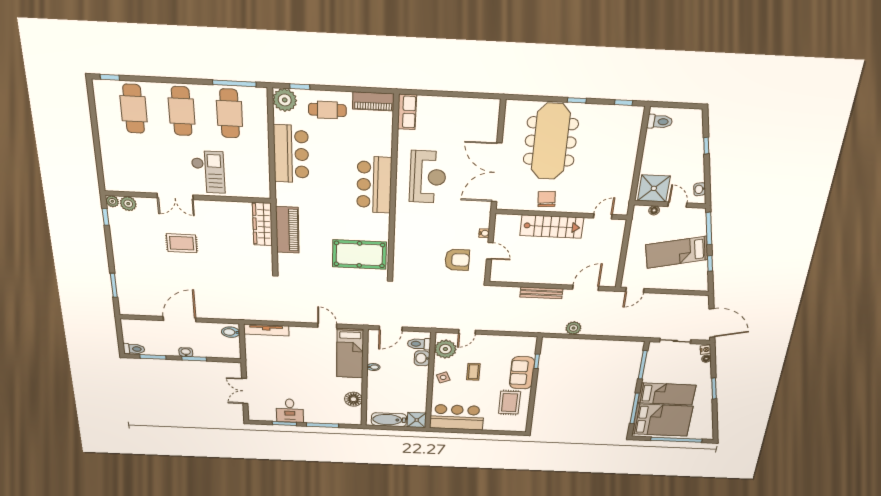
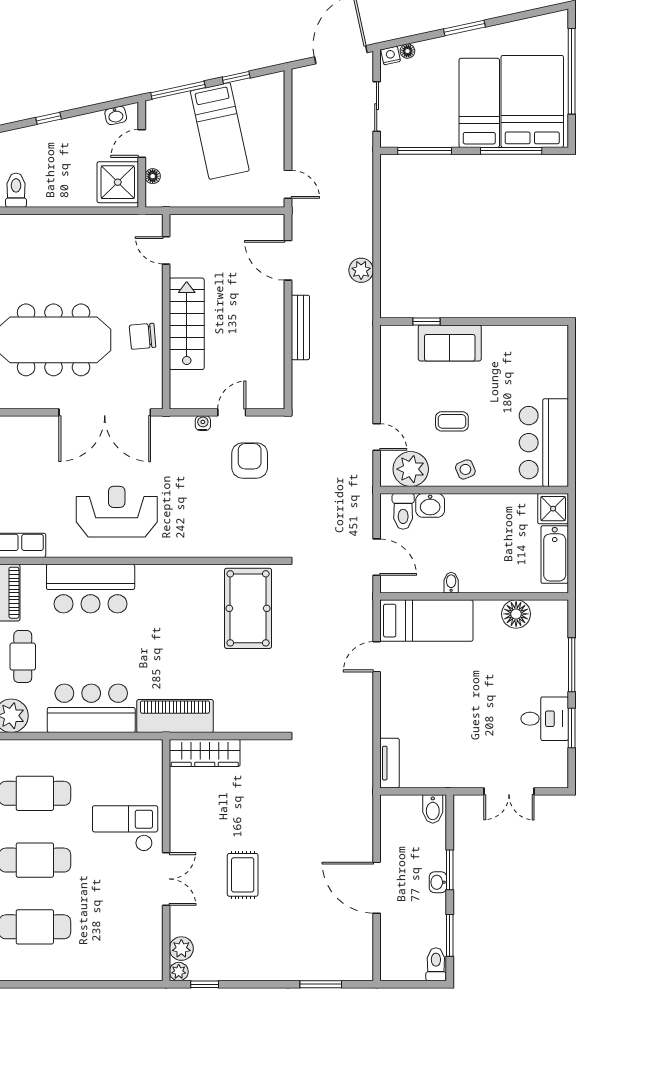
bar counter: (374, 185) -> (91, 589), moved
piano: (287, 230) -> (175, 716), moved
tv unit: (266, 330) -> (390, 763), width x0.71
bidet: (231, 332) -> (433, 809), moved
rug: (509, 403) -> (510, 358), removed

